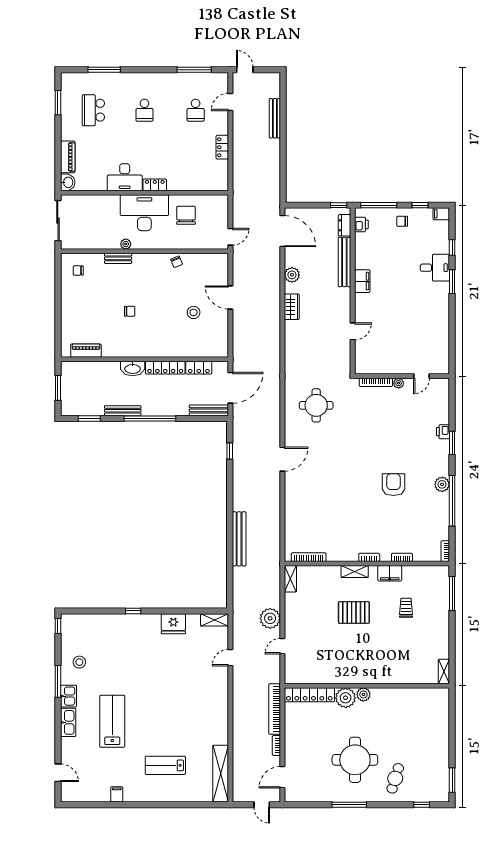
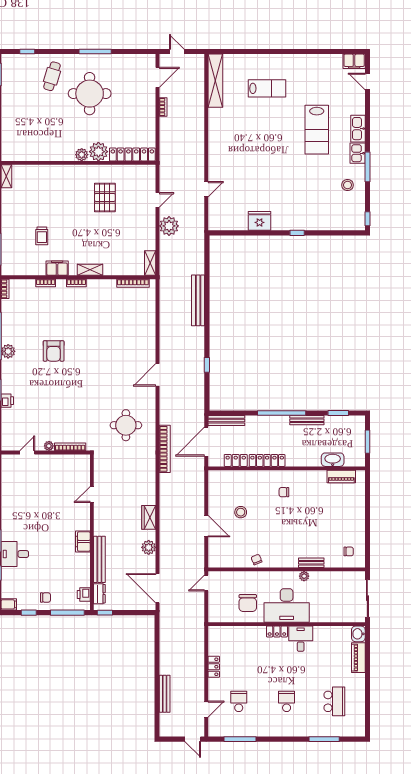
window: (58, 103) -> (367, 709), removed
desk: (125, 177) -> (301, 639), width x0.73
chair: (130, 311) -> (284, 492), moved
washbasin: (133, 369) -> (333, 460), moved
window: (230, 451) -> (207, 365), moved
pallet: (354, 612) -> (105, 197), moved, turned 90
shelving: (214, 620) -> (221, 225), removed
bookcase: (275, 709) -> (165, 449), moved
filing cabinet: (117, 794) -> (354, 61), moved, width x2.00

